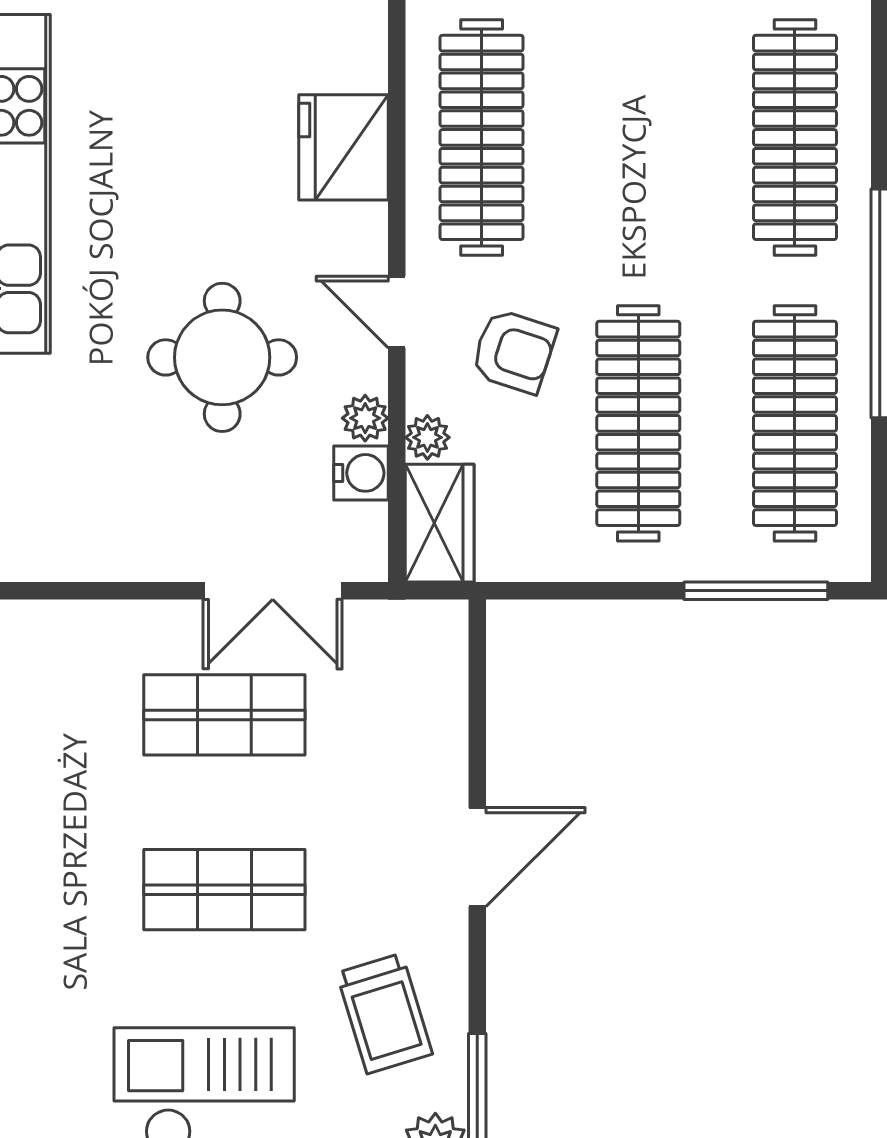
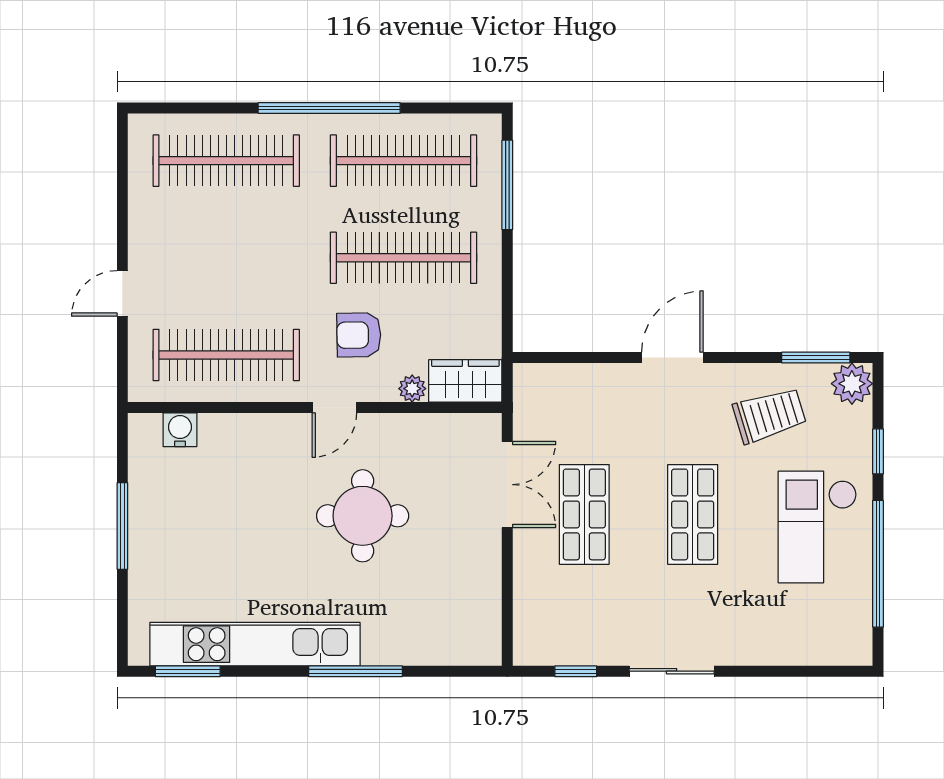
fridge: (344, 147) -> (232, 441), removed
armchair: (514, 351) -> (359, 335), turned -109
plant: (365, 418) -> (400, 427), removed
water cooler: (361, 473) -> (180, 430), moved
door: (477, 857) -> (672, 358), hinge flipped

